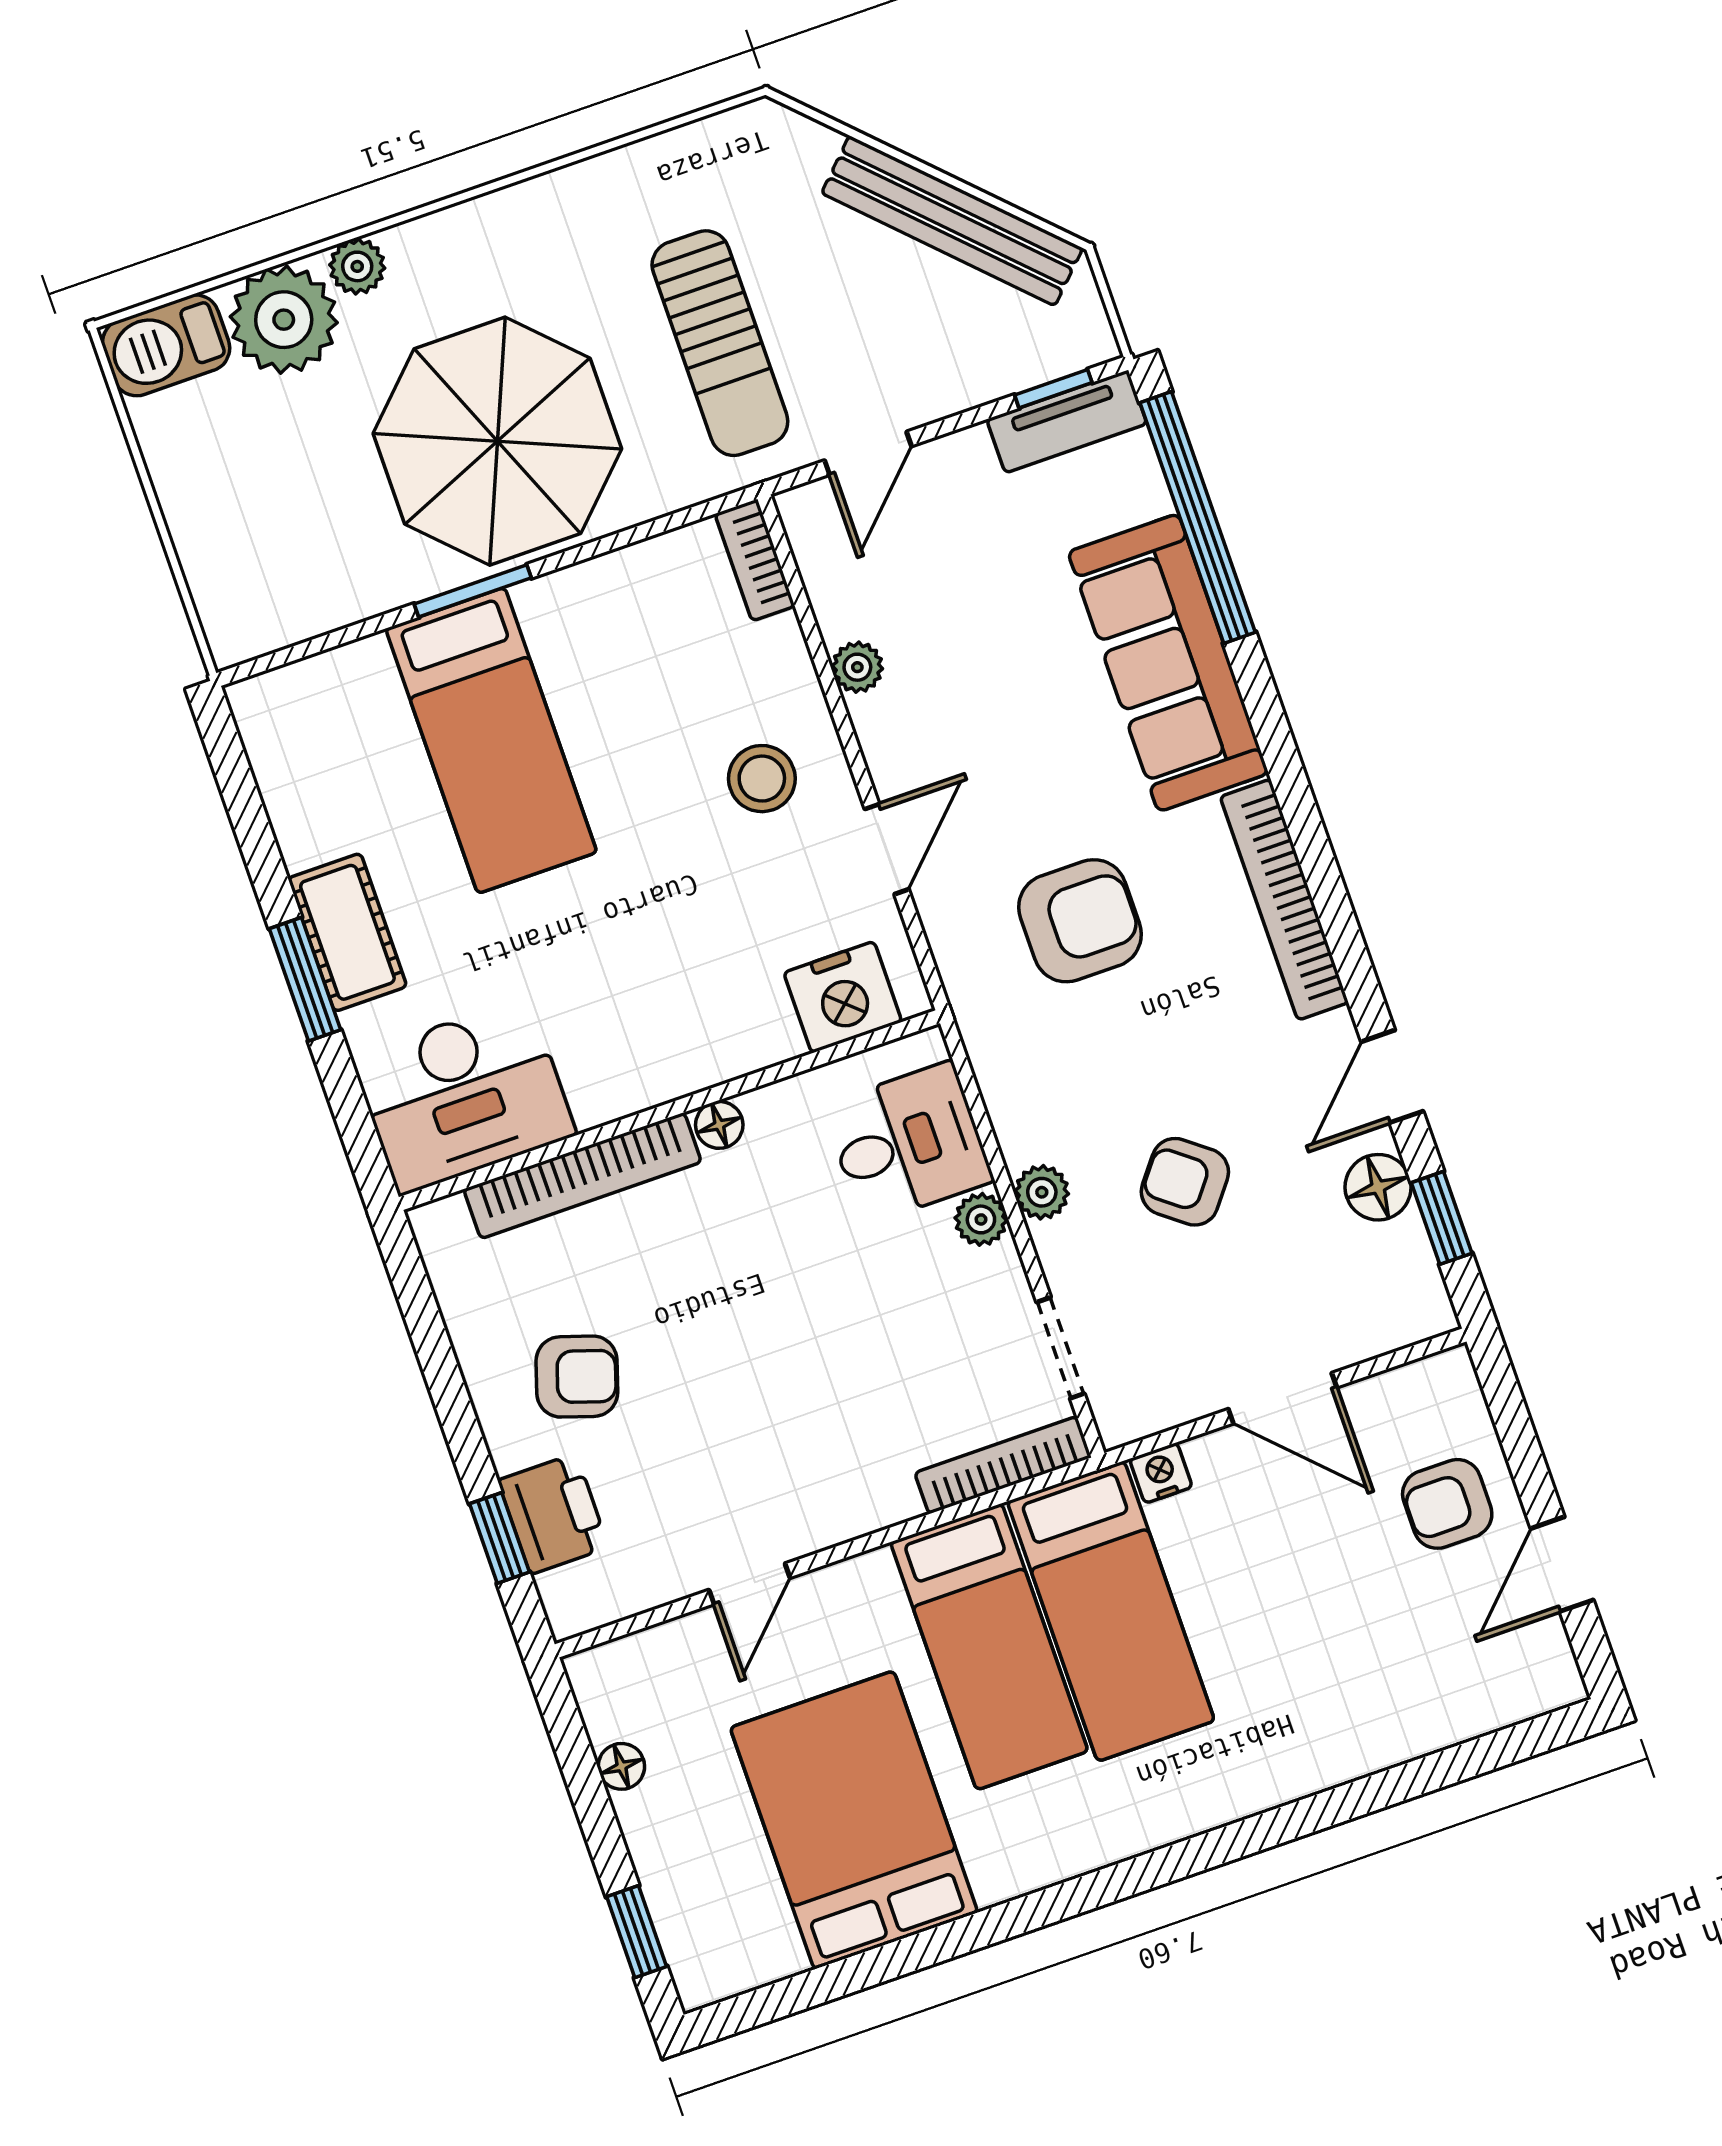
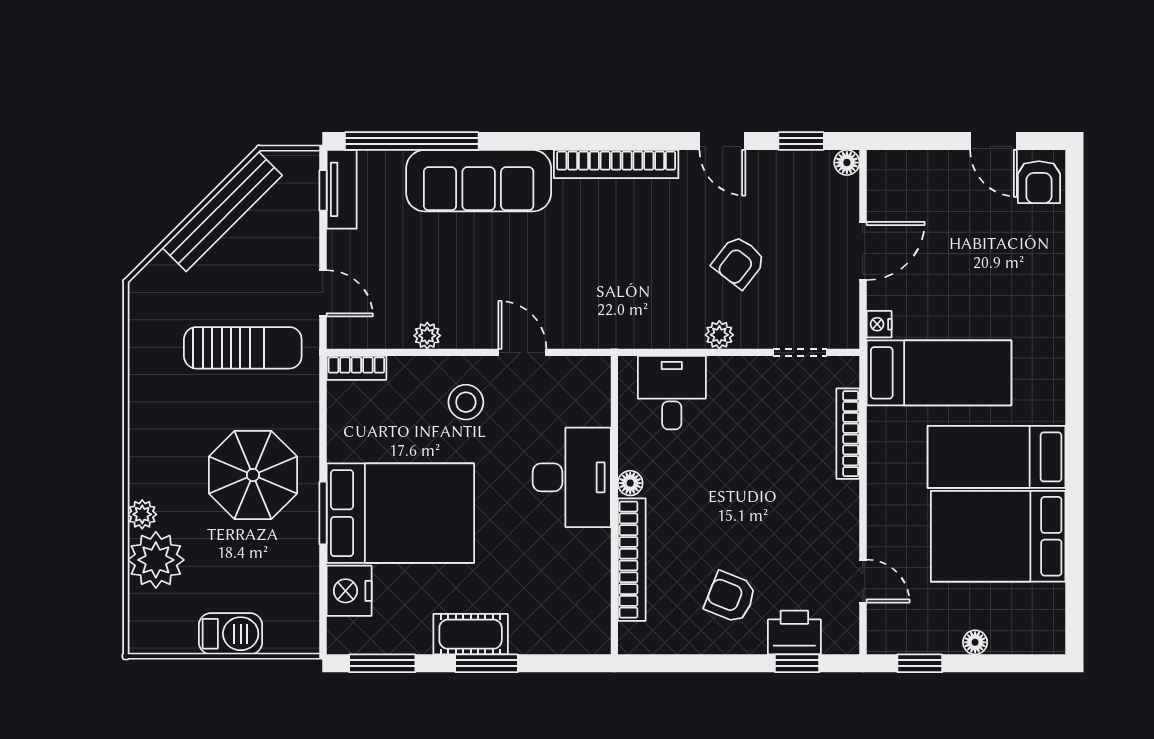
barbecue: (166, 345) -> (231, 634), moved, turned -90
parasol: (497, 441) -> (253, 475), width x0.73, depth x0.73
bed: (491, 740) -> (400, 513), width x1.50
window: (240, 792) -> (382, 663), added
armchair: (1080, 921) -> (591, 269), removed
nightstand: (843, 997) -> (349, 591), moved, turned 180
desk: (464, 1096) -> (572, 477), moved
floor lamp: (1378, 1187) -> (847, 163), moved, width x0.73, depth x0.73
plant: (981, 1219) -> (722, 370), removed
armchair: (577, 1377) -> (730, 597), turned -86
bookcase: (1003, 1465) -> (848, 434), moved
armchair: (1447, 1504) -> (1039, 182), moved
door: (749, 1584) -> (863, 581), moved
bed: (989, 1647) -> (997, 457), moved, turned 180
floor lamp: (621, 1766) -> (975, 642), moved
window: (637, 1932) -> (920, 663), moved

